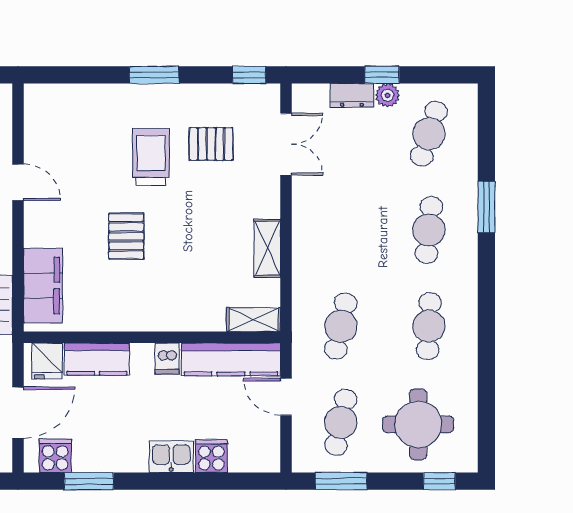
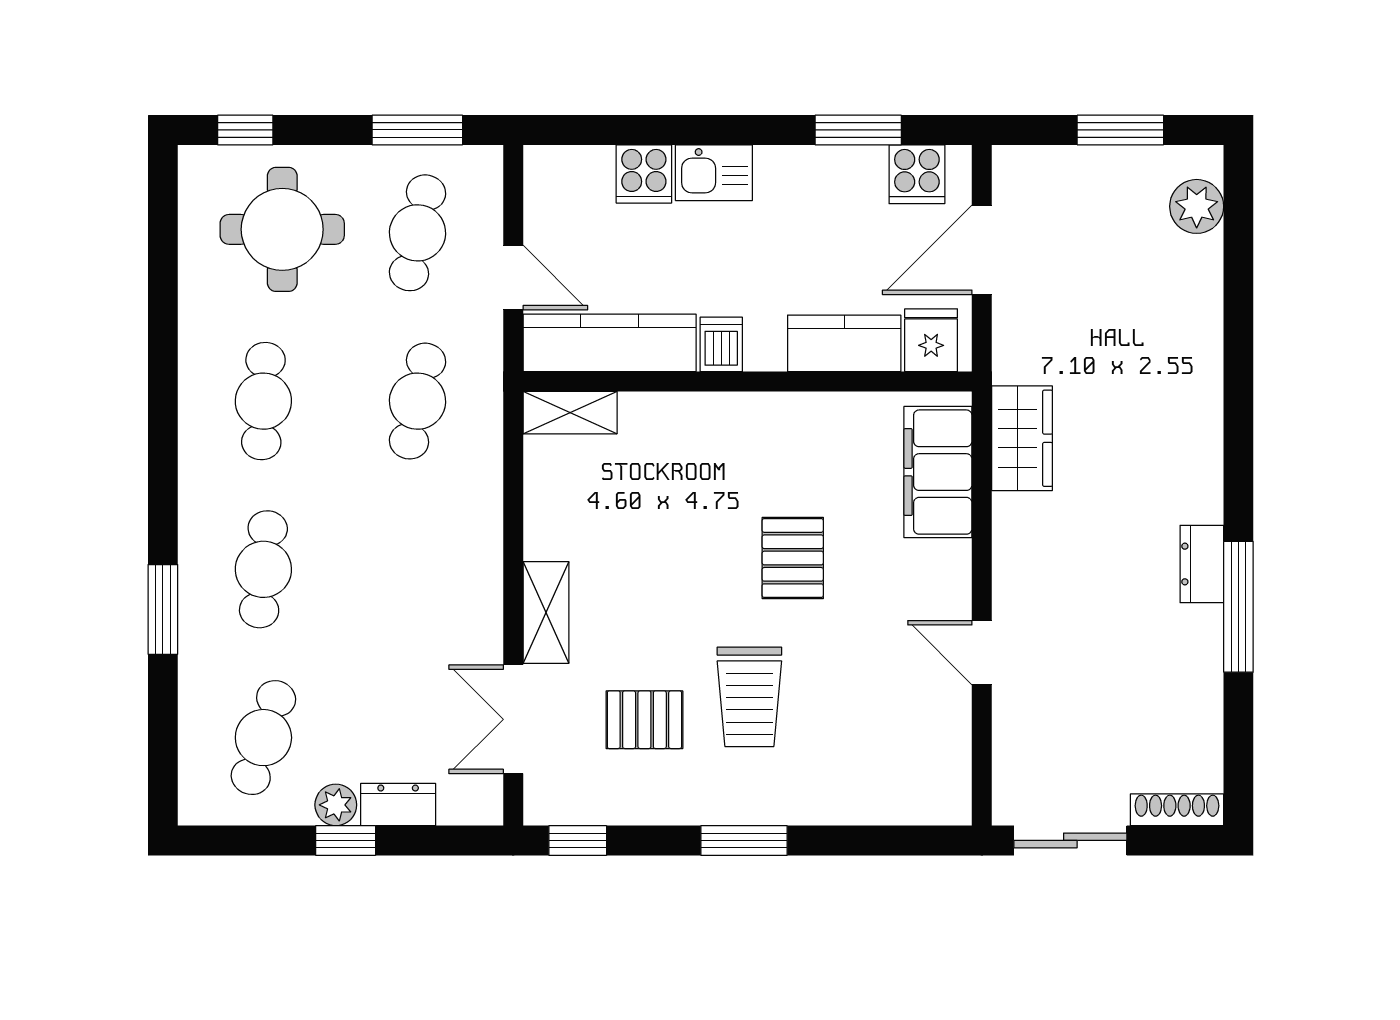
shelving: (267, 248) -> (546, 613), moved

